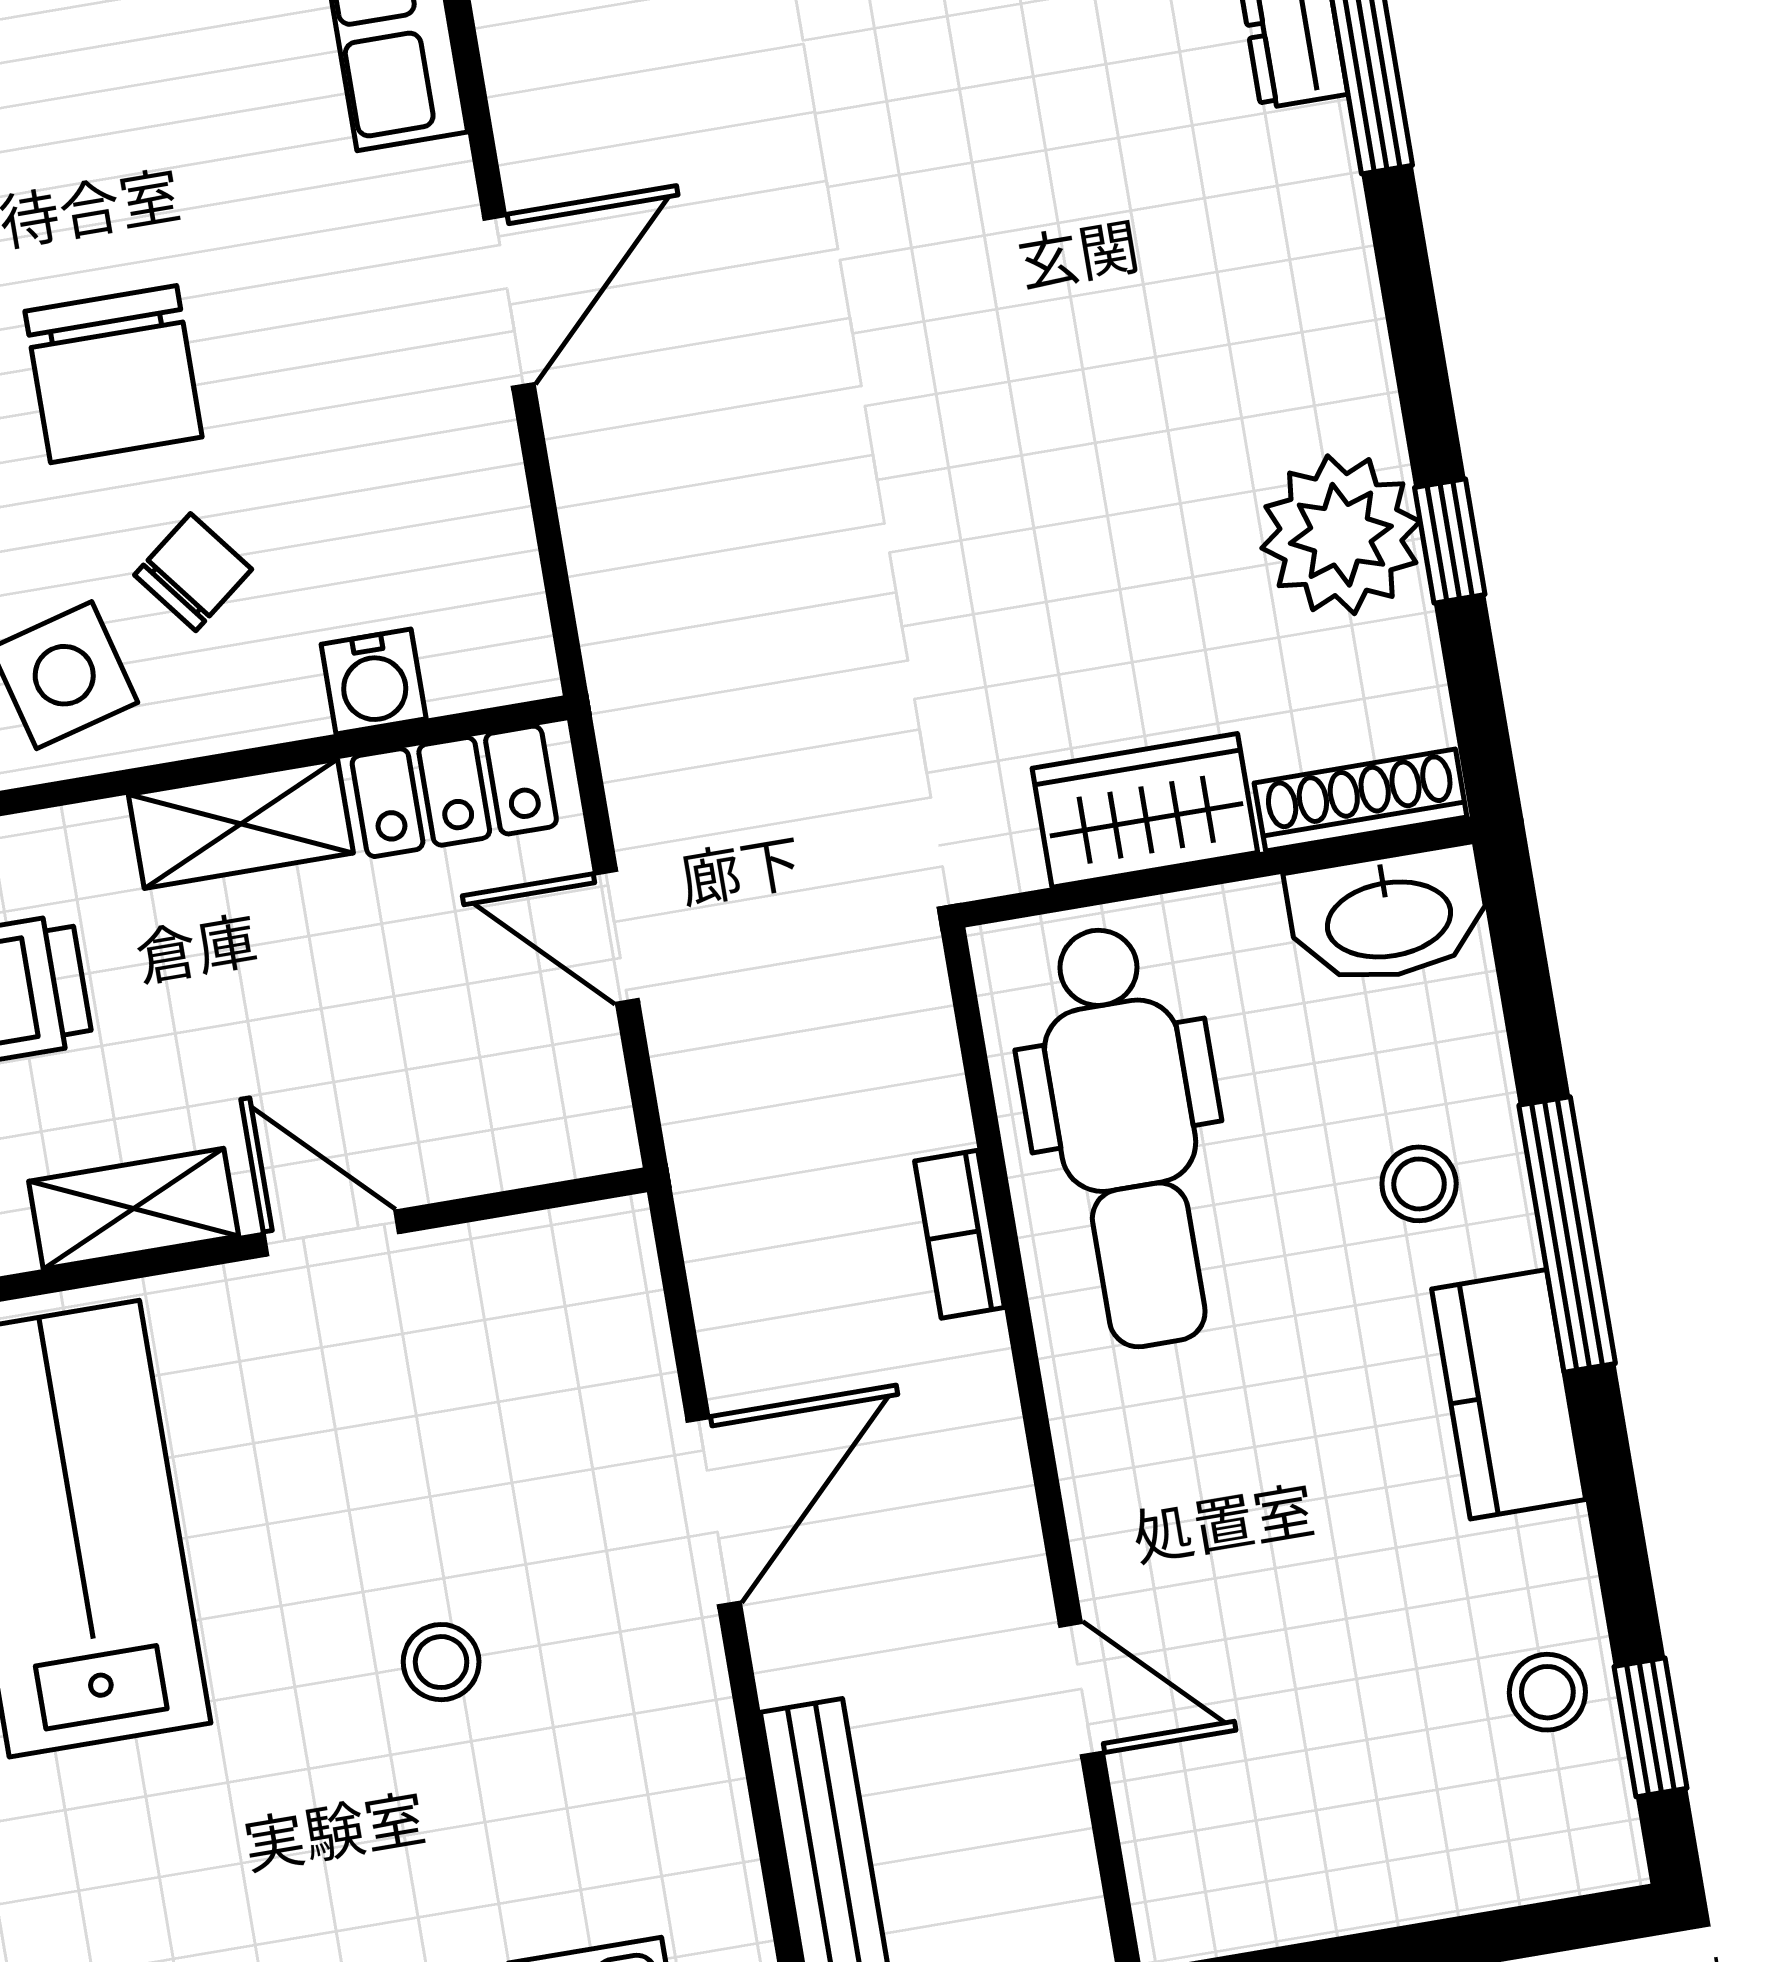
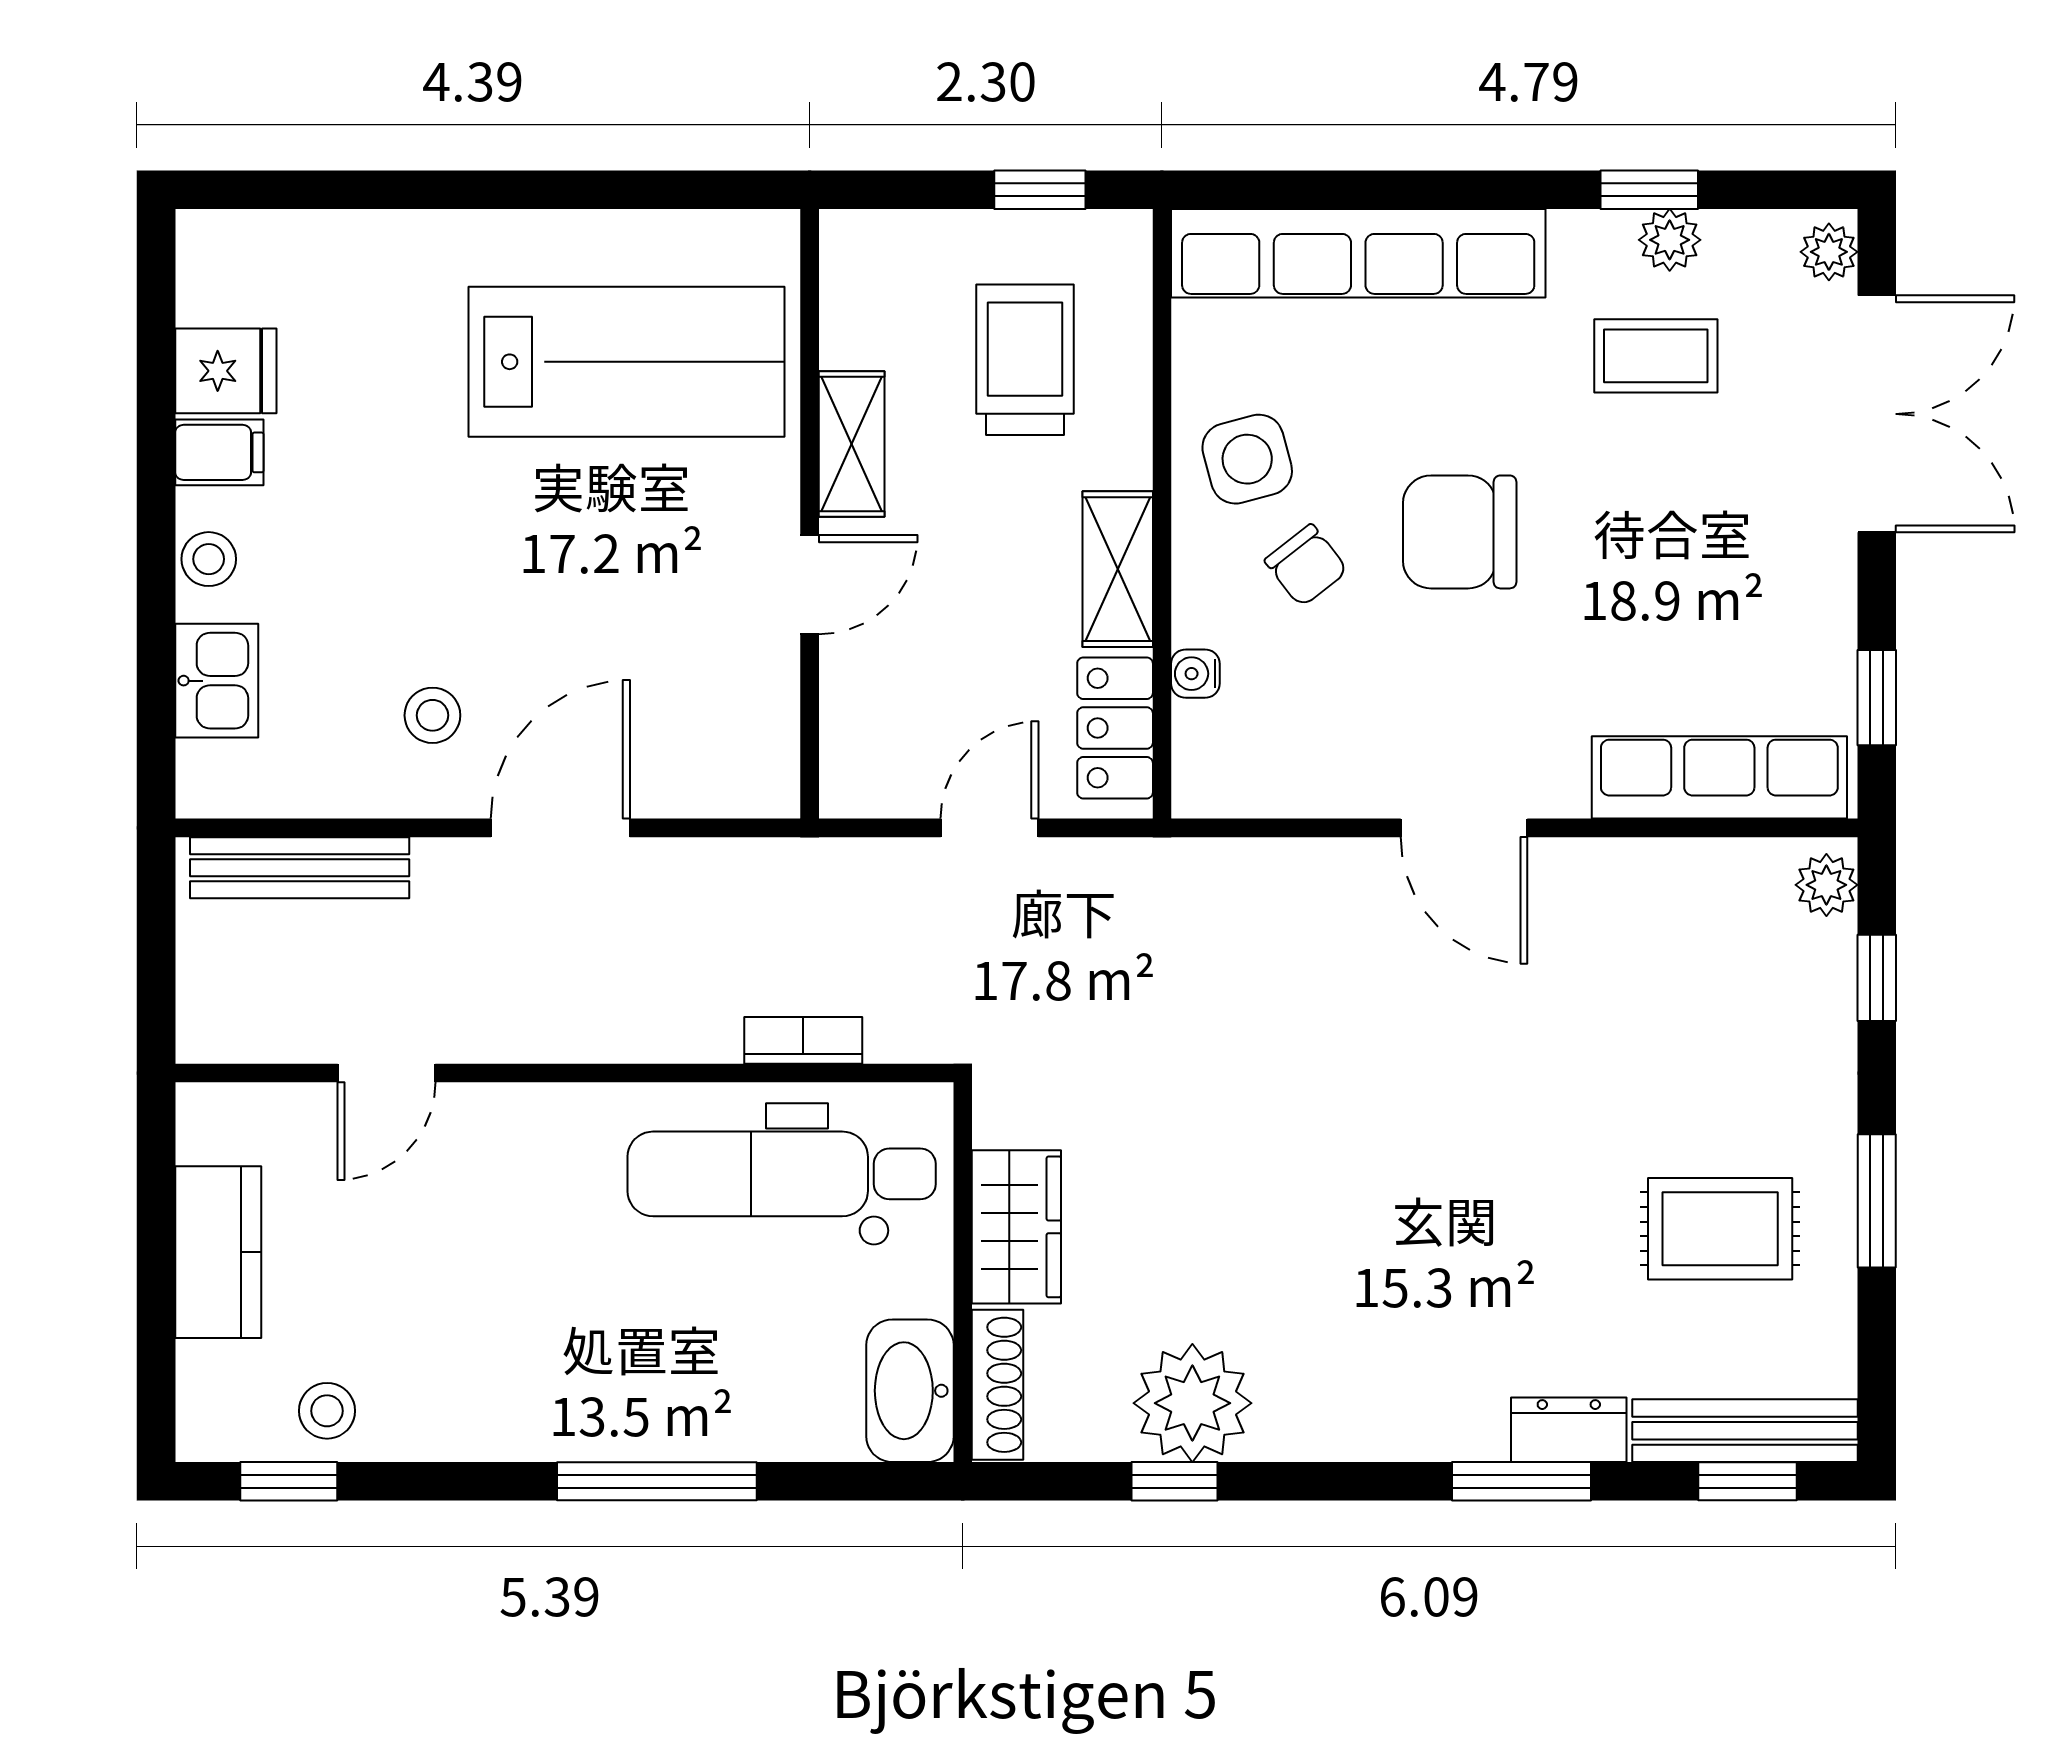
water cooler: (374, 681) -> (1195, 674), width x0.72, depth x0.72
stool: (1419, 1184) -> (712, 1380), removed
bookcase: (959, 1234) -> (803, 1040), moved
kitchen counter: (1509, 1394) -> (218, 1252), moved, turned 90
door: (714, 1512) -> (560, 828), swing flipped
stool: (441, 1662) -> (432, 715), moved

